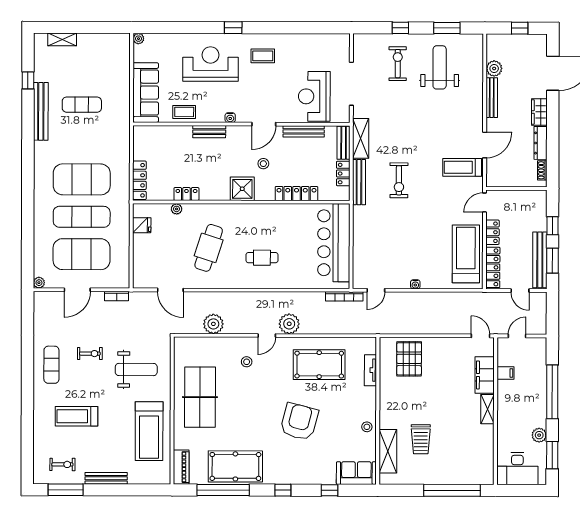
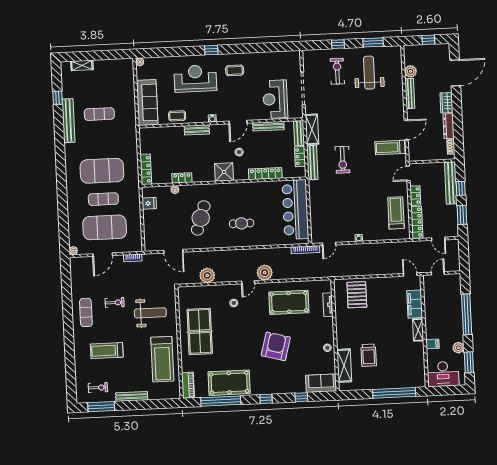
exercise mat: (82, 217) -> (103, 199), width x0.73, depth x0.69
treadmill: (466, 254) -> (396, 213), width x0.73, depth x0.73
bench: (540, 260) -> (451, 183), moved
filing cabinet: (505, 373) -> (432, 344), moved

